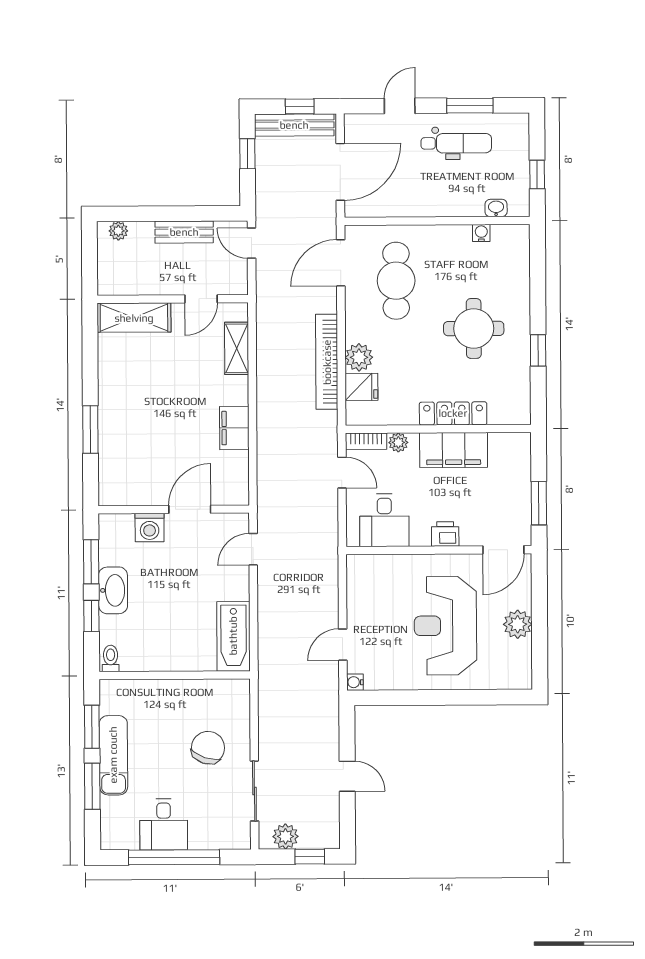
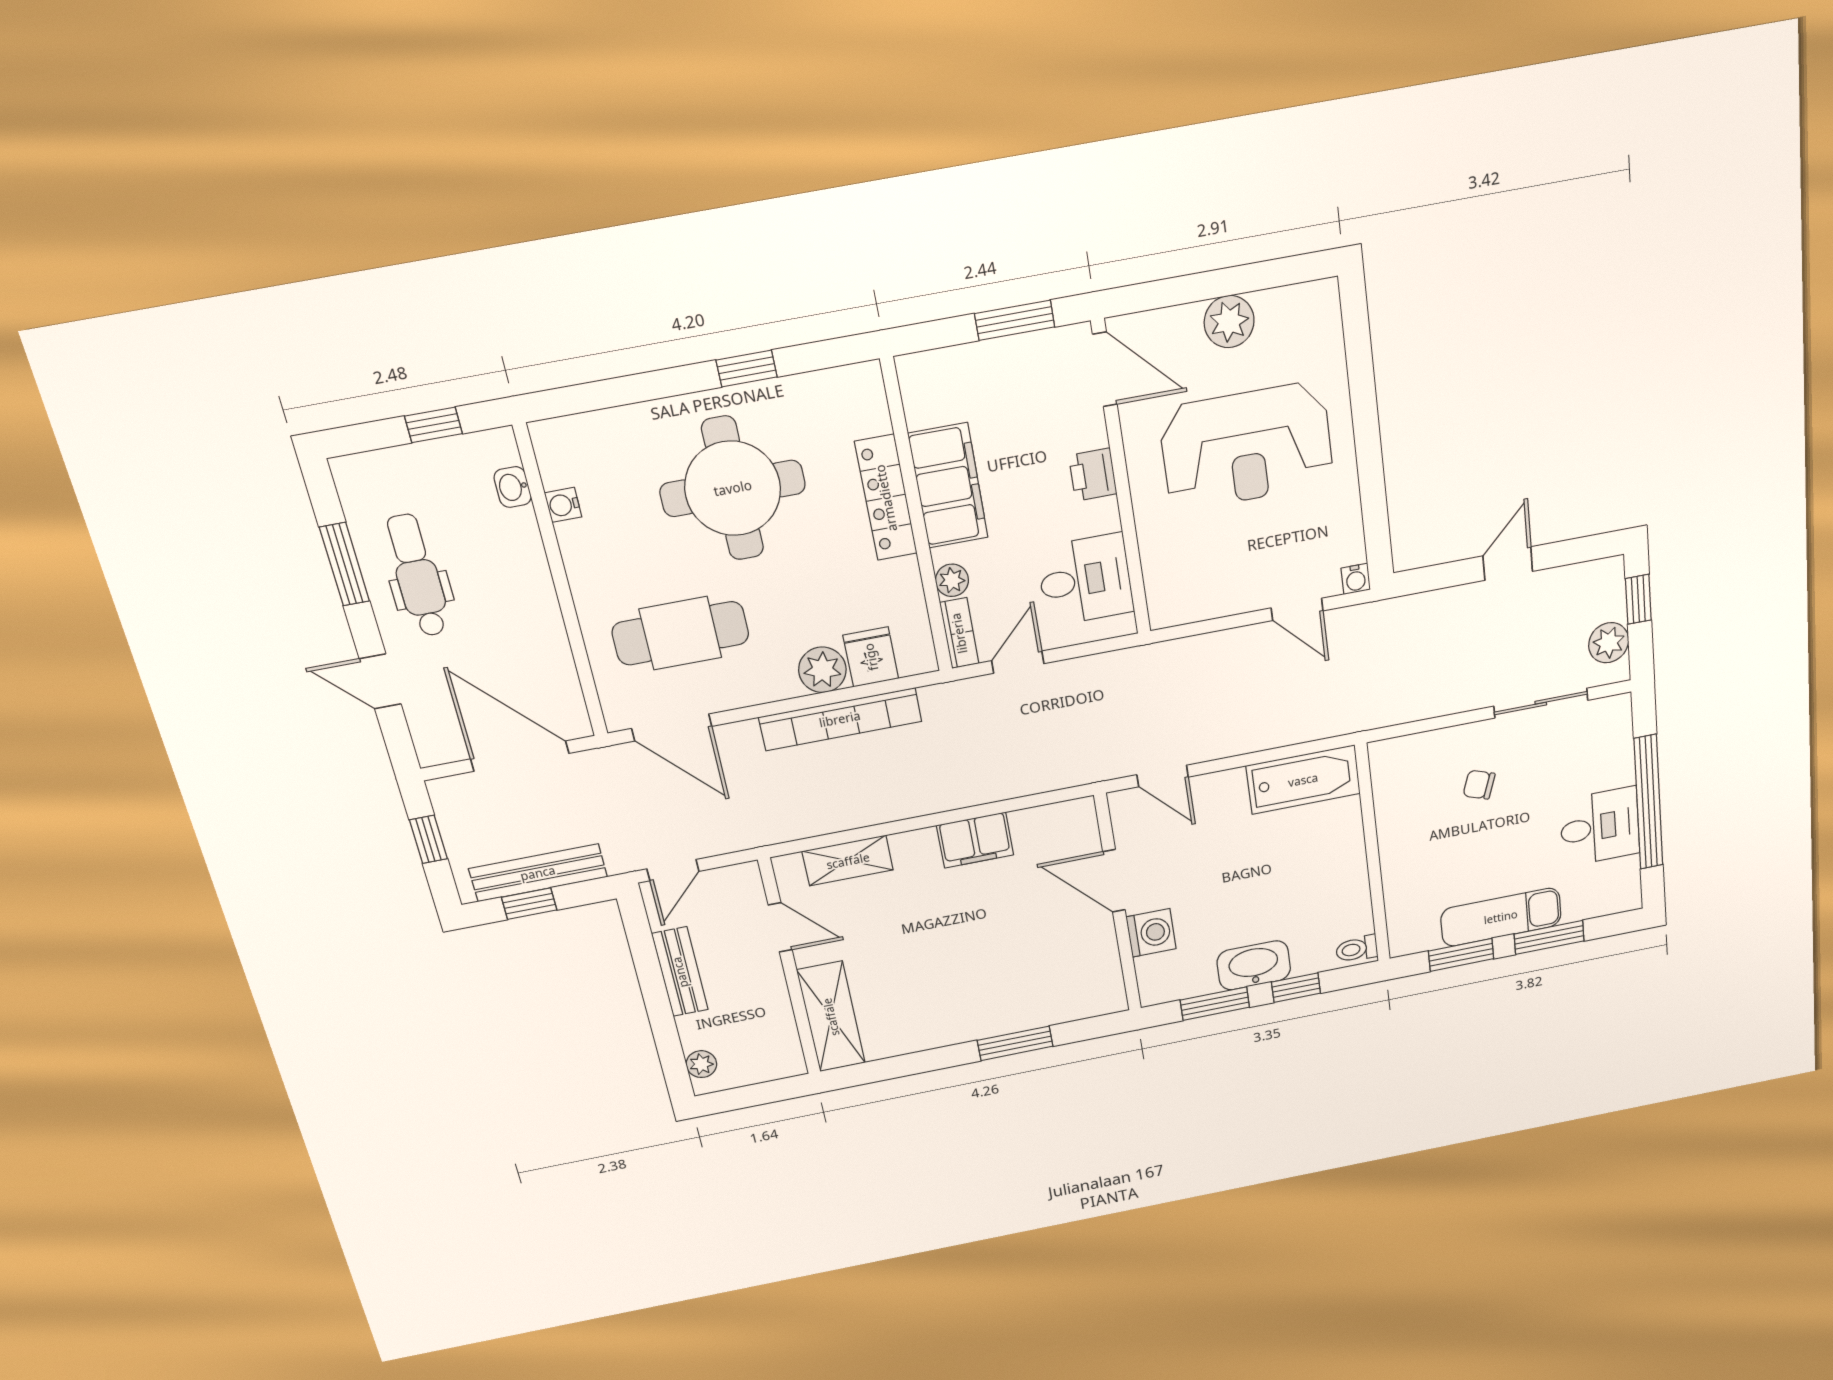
bench: (294, 125) -> (538, 873), moved, turned 90
round table: (474, 328) -> (733, 488), width x1.36, depth x1.36
chair: (208, 748) -> (1479, 785), width x0.54, depth x0.54

